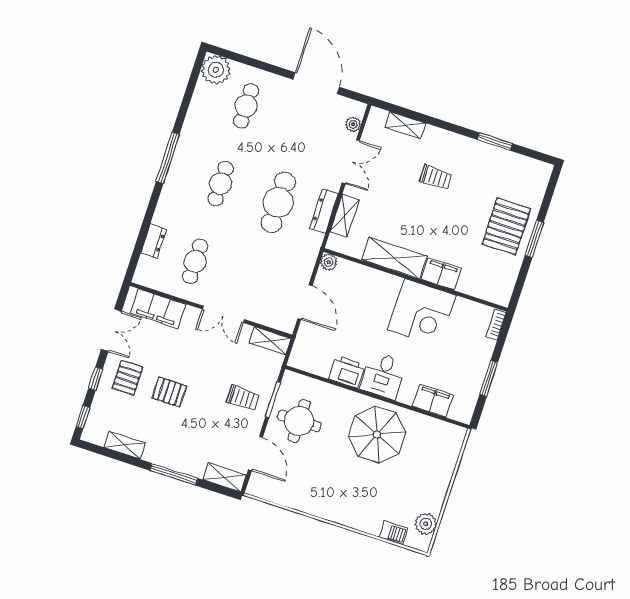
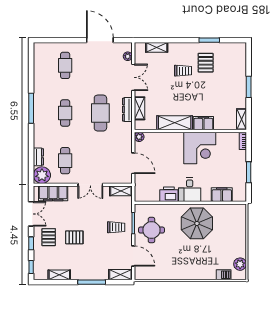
plant: (216, 70) -> (42, 175), moved
pallet: (506, 226) -> (206, 63), moved, width x0.67, depth x0.71
shelving: (506, 288) -> (242, 119), added

